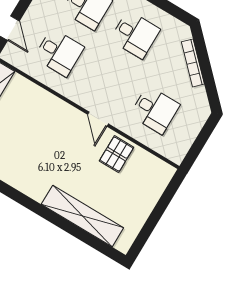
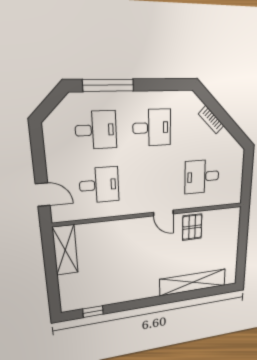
bookcase: (193, 63) -> (211, 120), width x0.64
desk: (155, 110) -> (202, 177), turned 180

